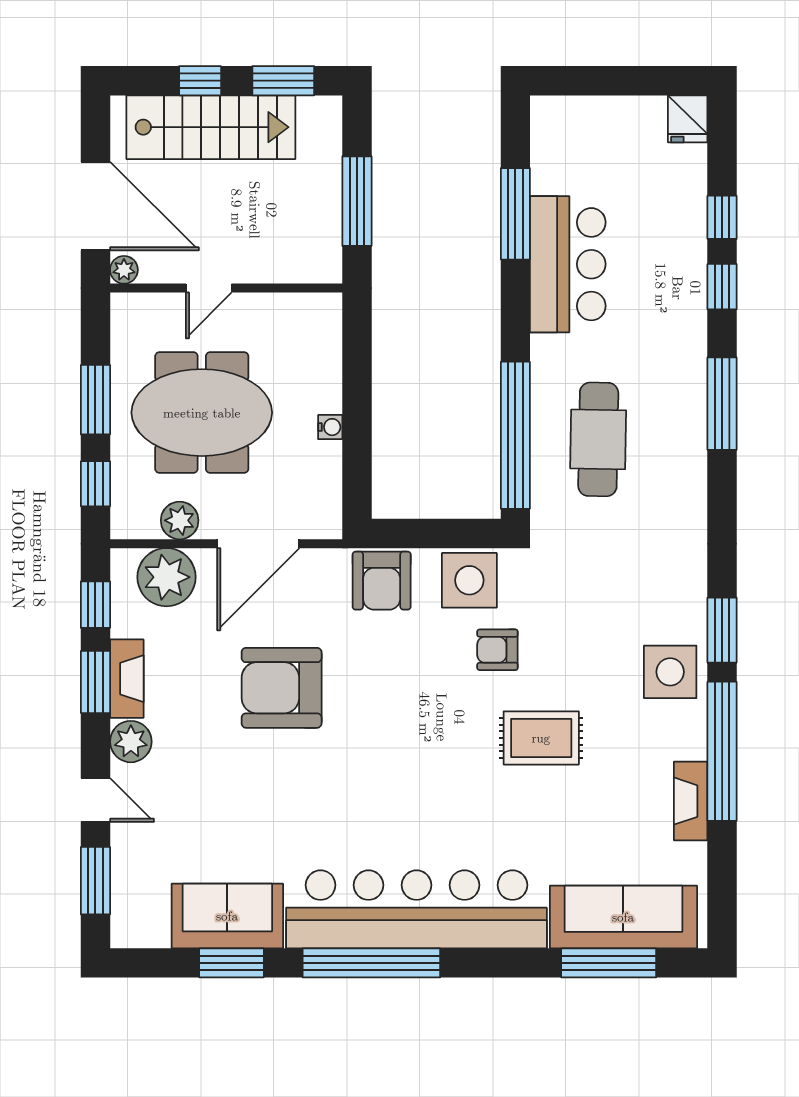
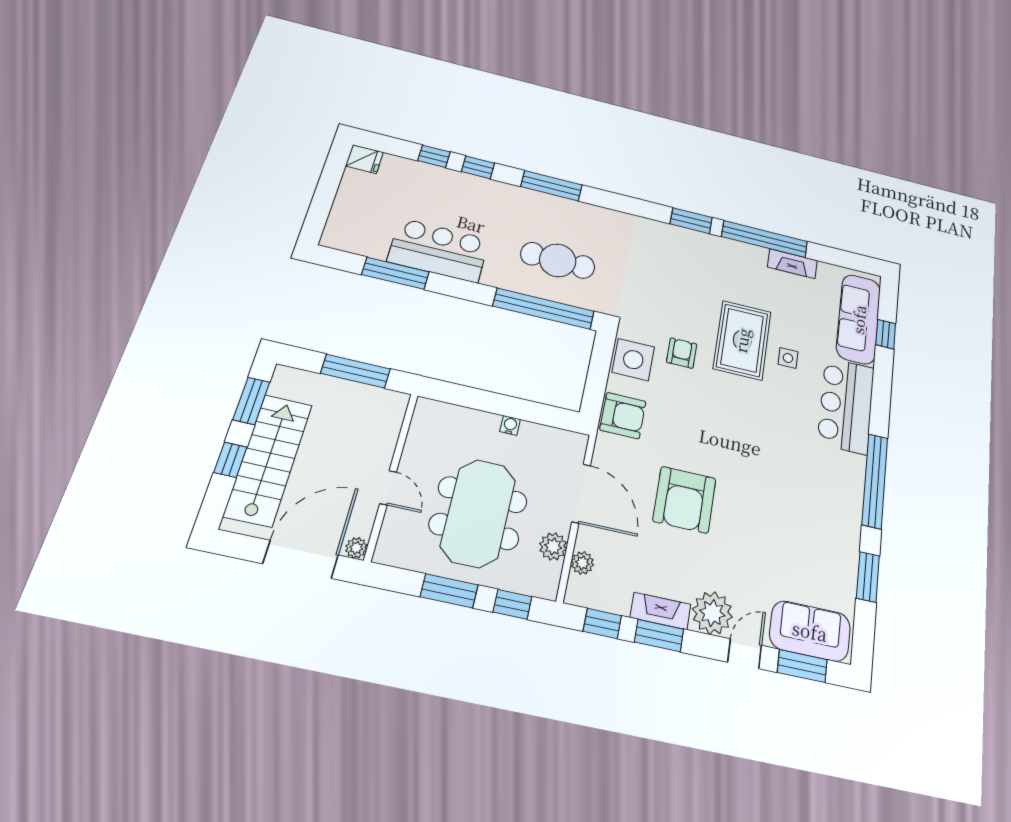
plant: (166, 577) -> (582, 563), width x0.53, depth x0.53
armchair: (497, 650) -> (682, 353), turned 180
side table: (670, 672) -> (788, 358), moved, width x0.54, depth x0.54
rug: (541, 738) -> (742, 340), width x1.36, depth x1.43
plant: (131, 742) -> (712, 613), width x1.36, depth x1.36
bar counter: (416, 909) -> (846, 405), width x0.54
sofa: (227, 916) -> (810, 631), moved, turned 90
window: (609, 963) -> (886, 334), width x0.46

